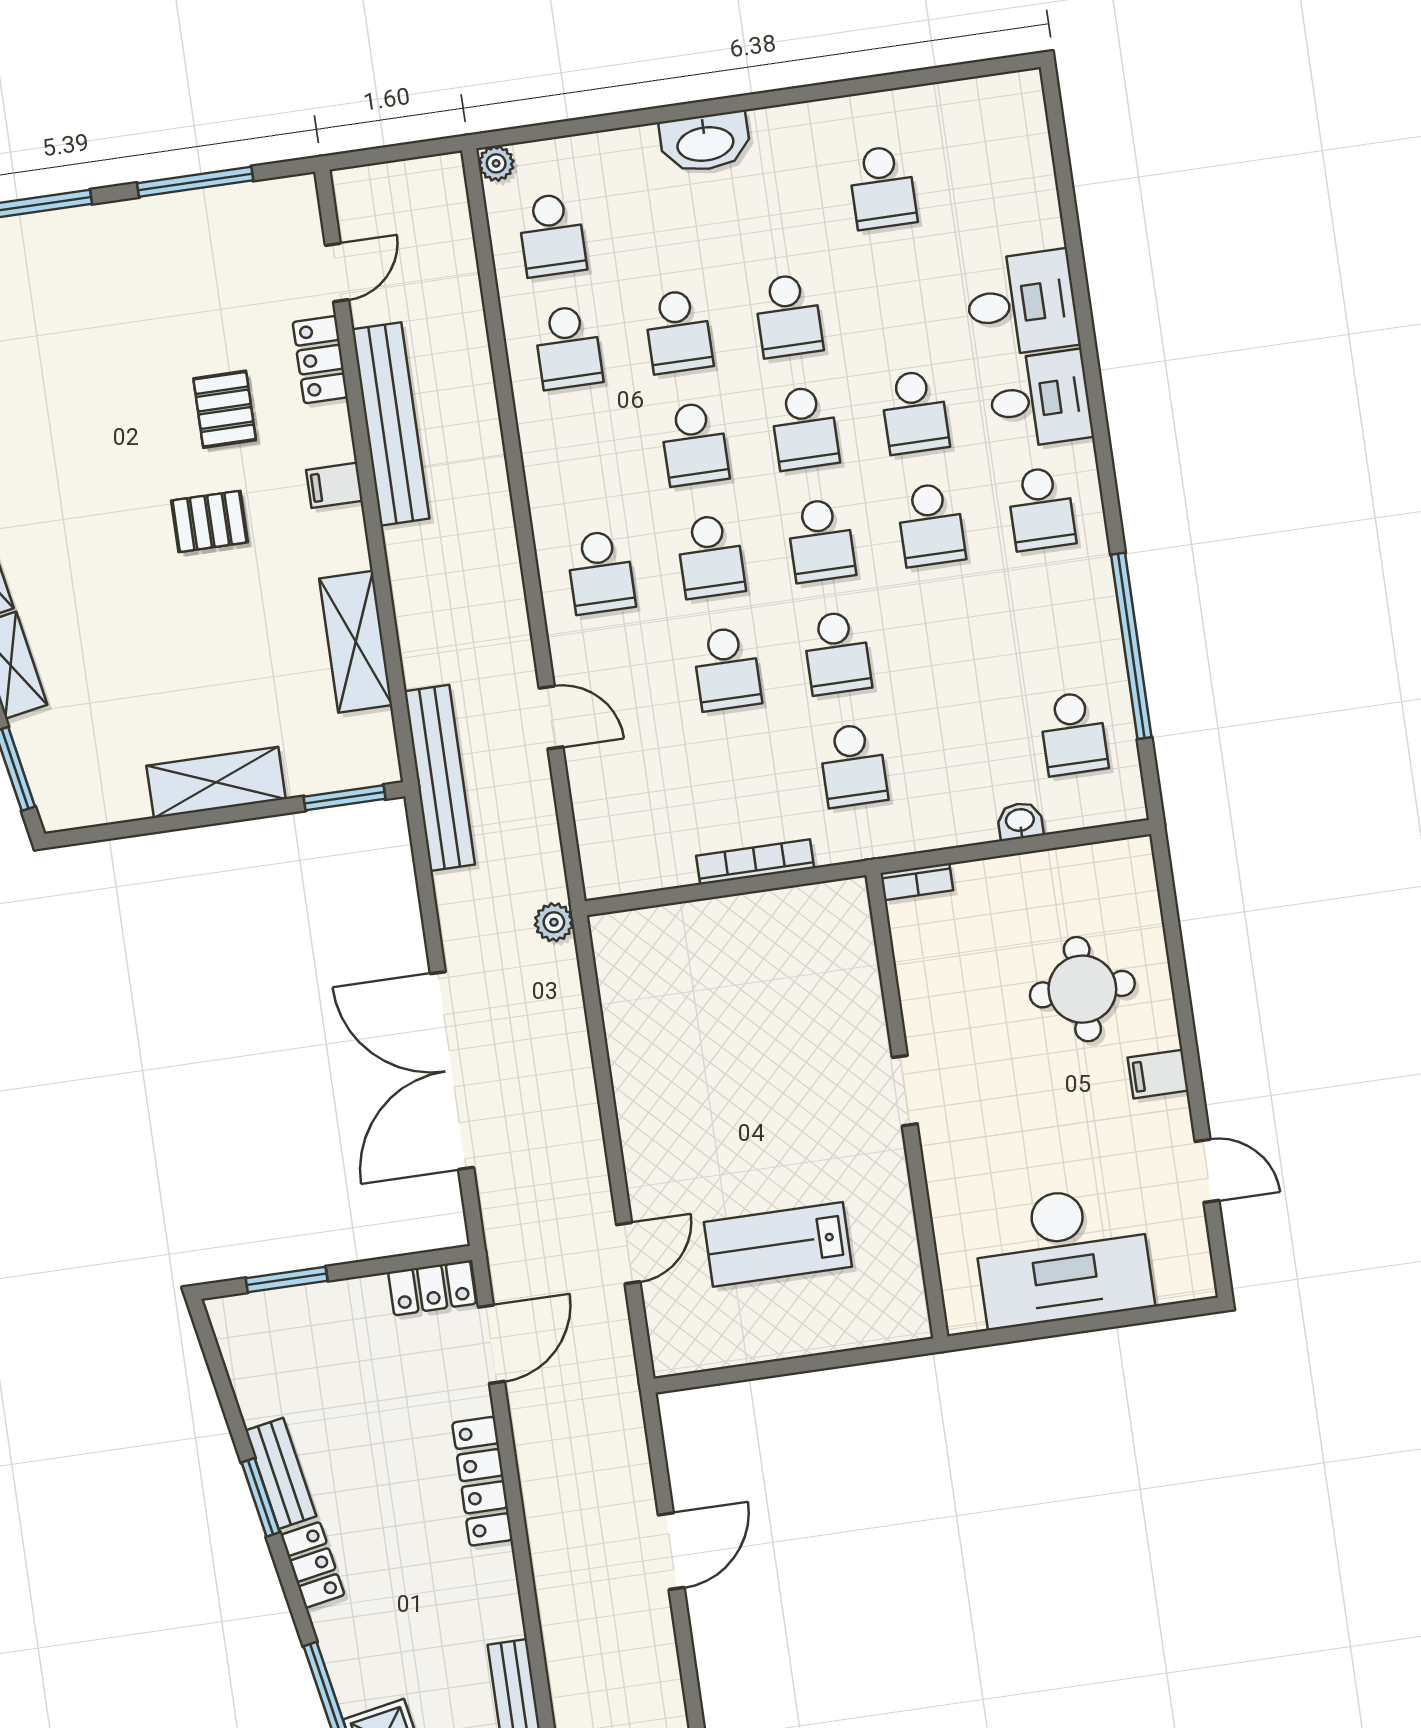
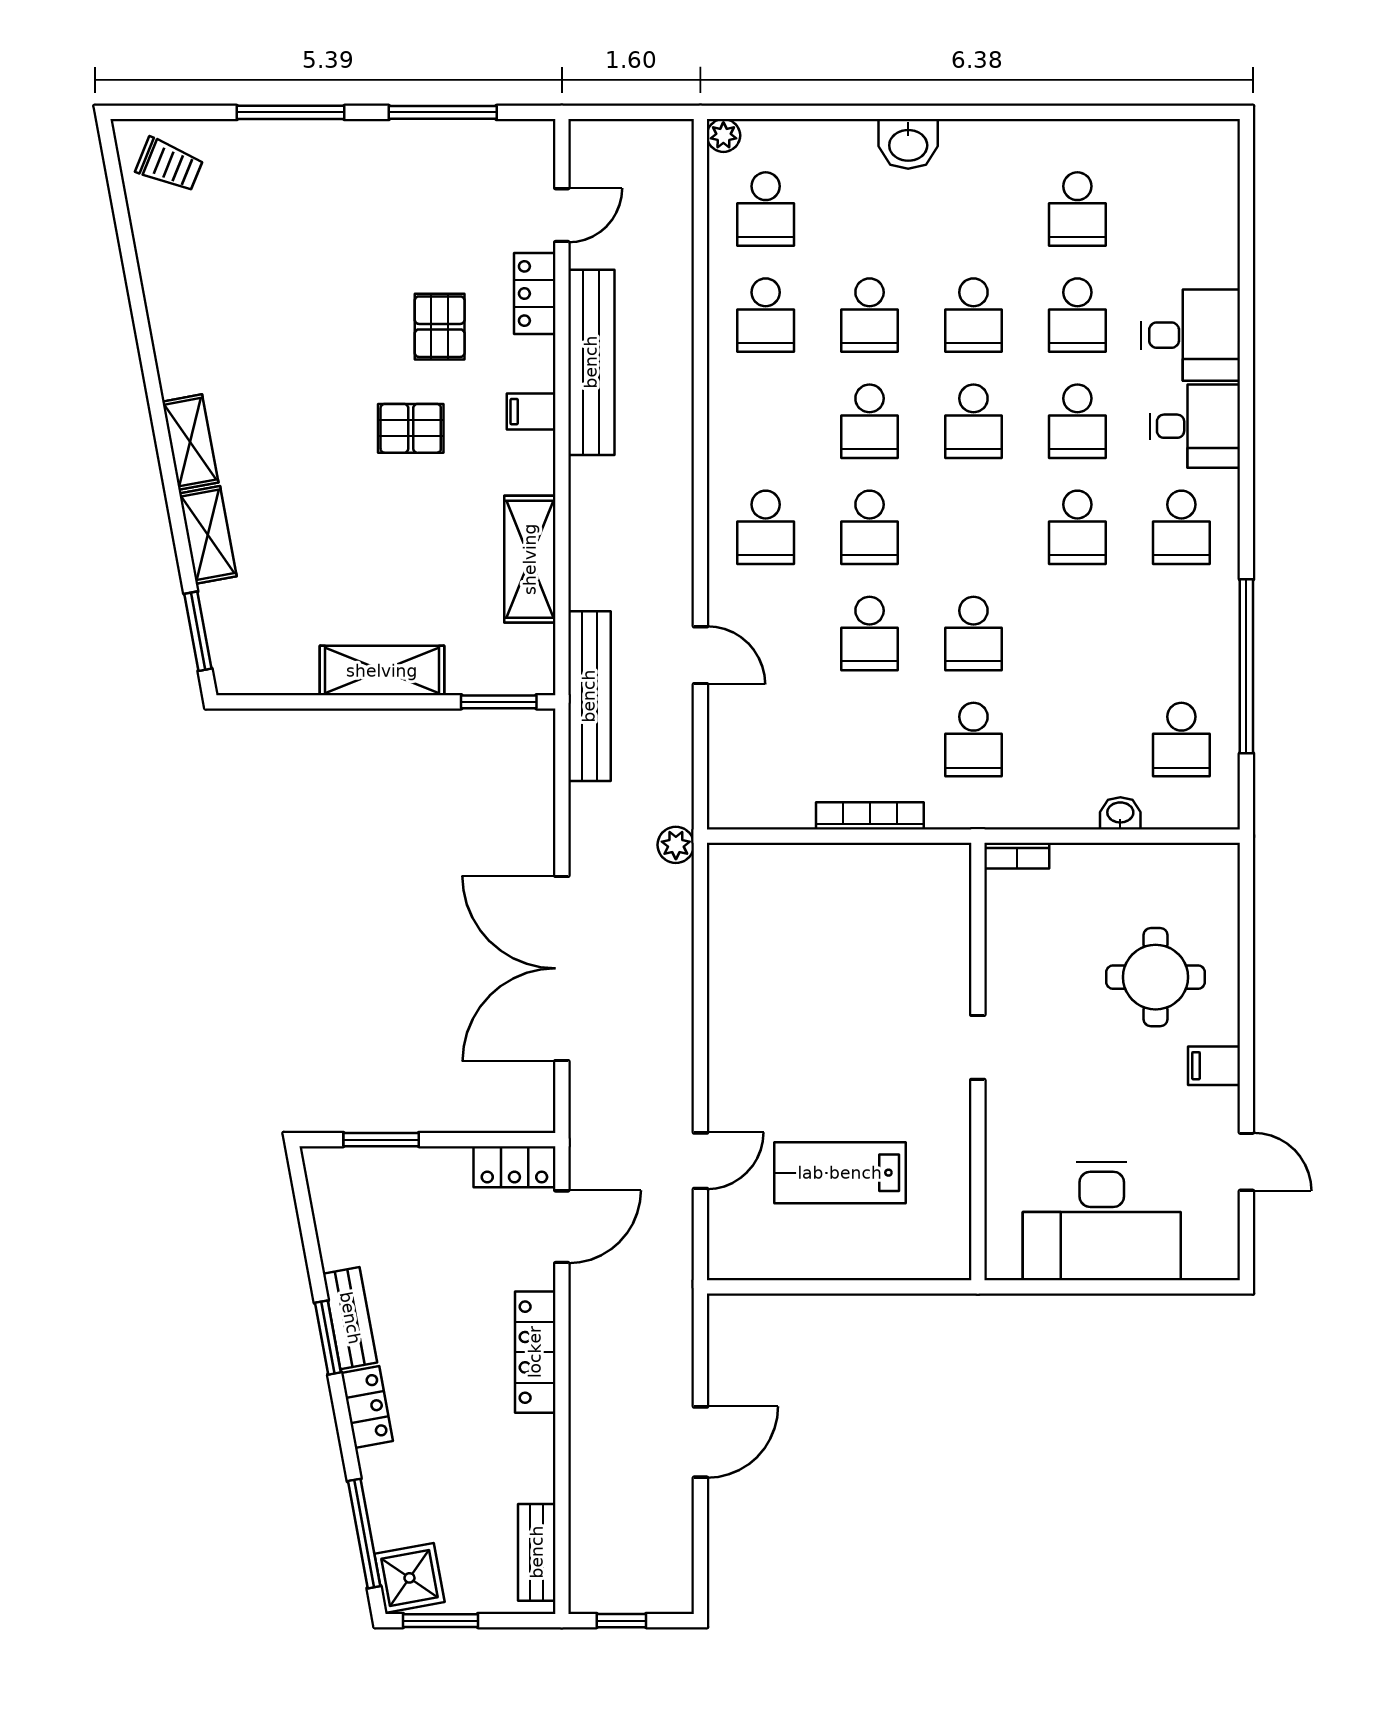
washbasin: (705, 142) -> (908, 144), width x0.72
school desk: (821, 540) -> (1077, 315), moved

